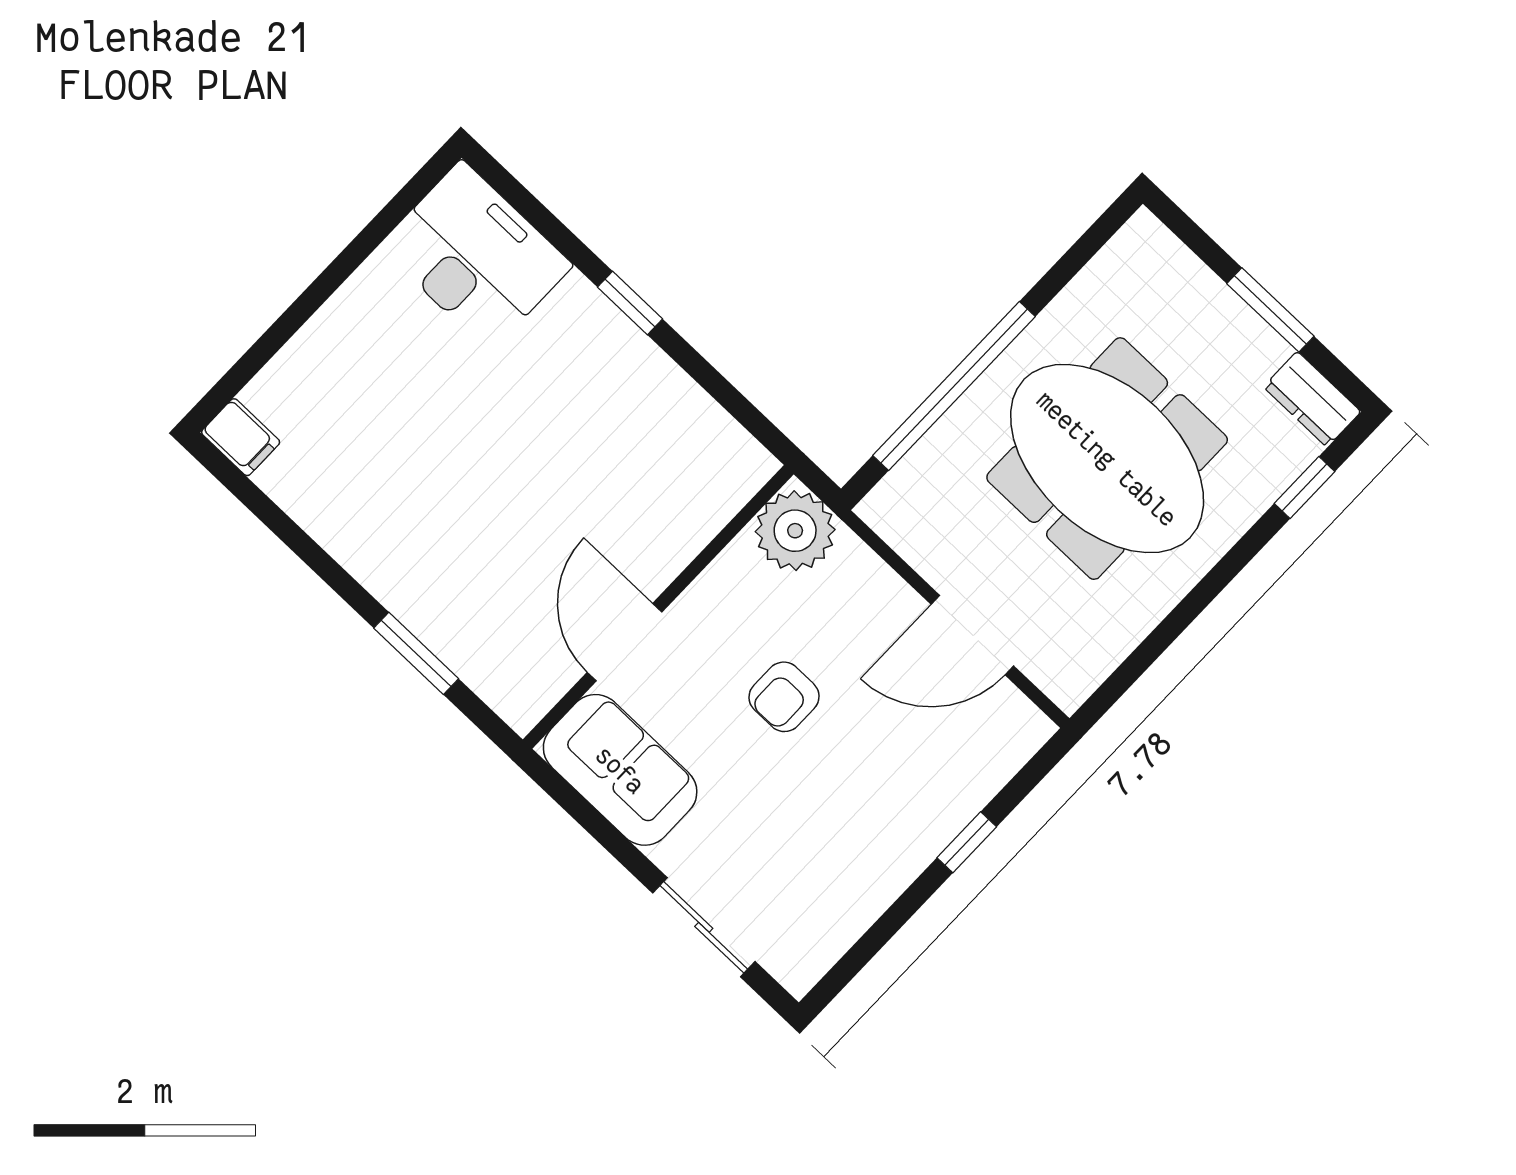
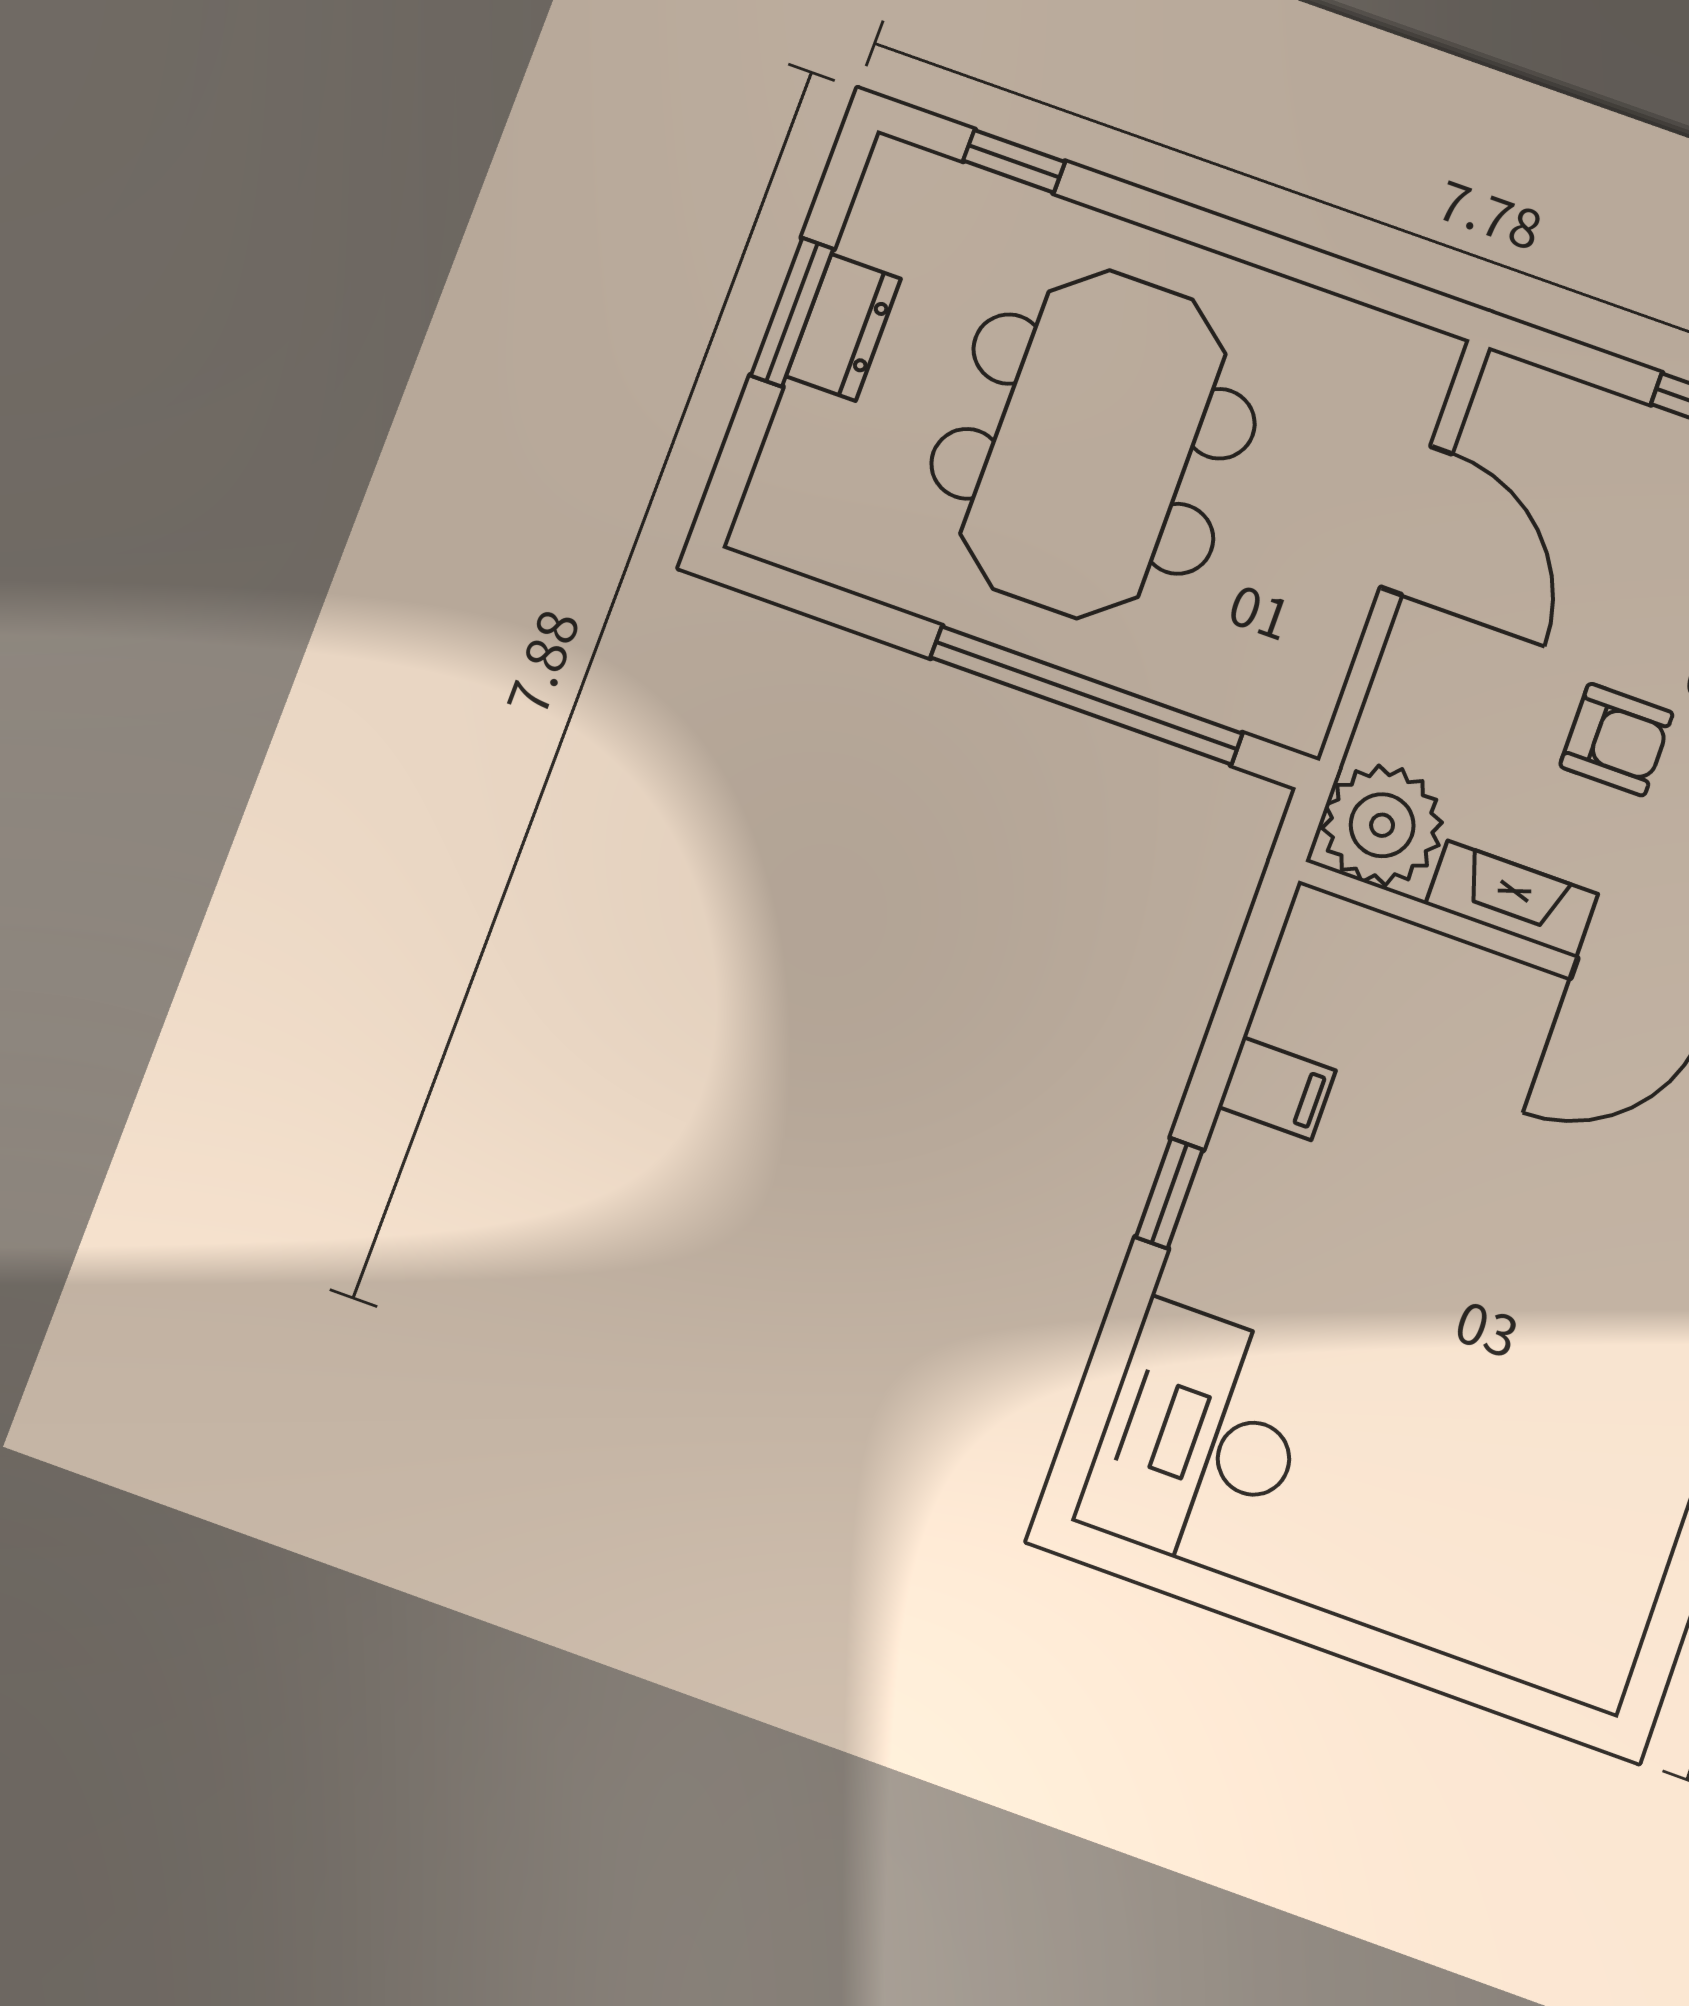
dresser: (1312, 399) -> (843, 327), moved
filing cabinet: (241, 437) -> (1277, 1089), moved, turned 90
fireplace: (715, 589) -> (1512, 899), added

